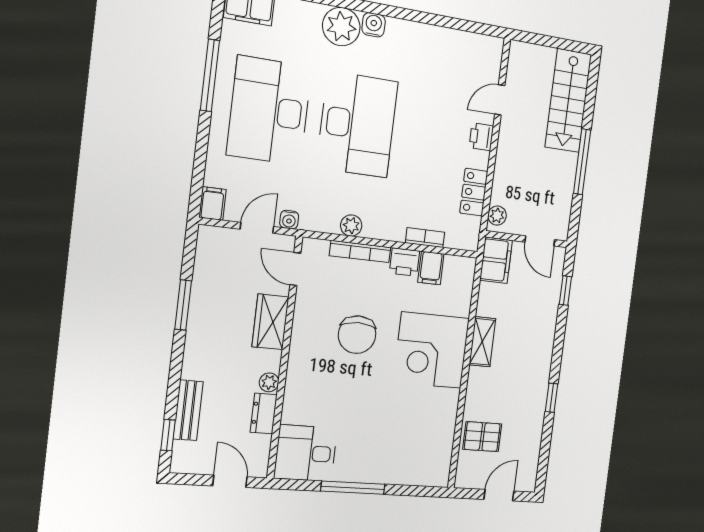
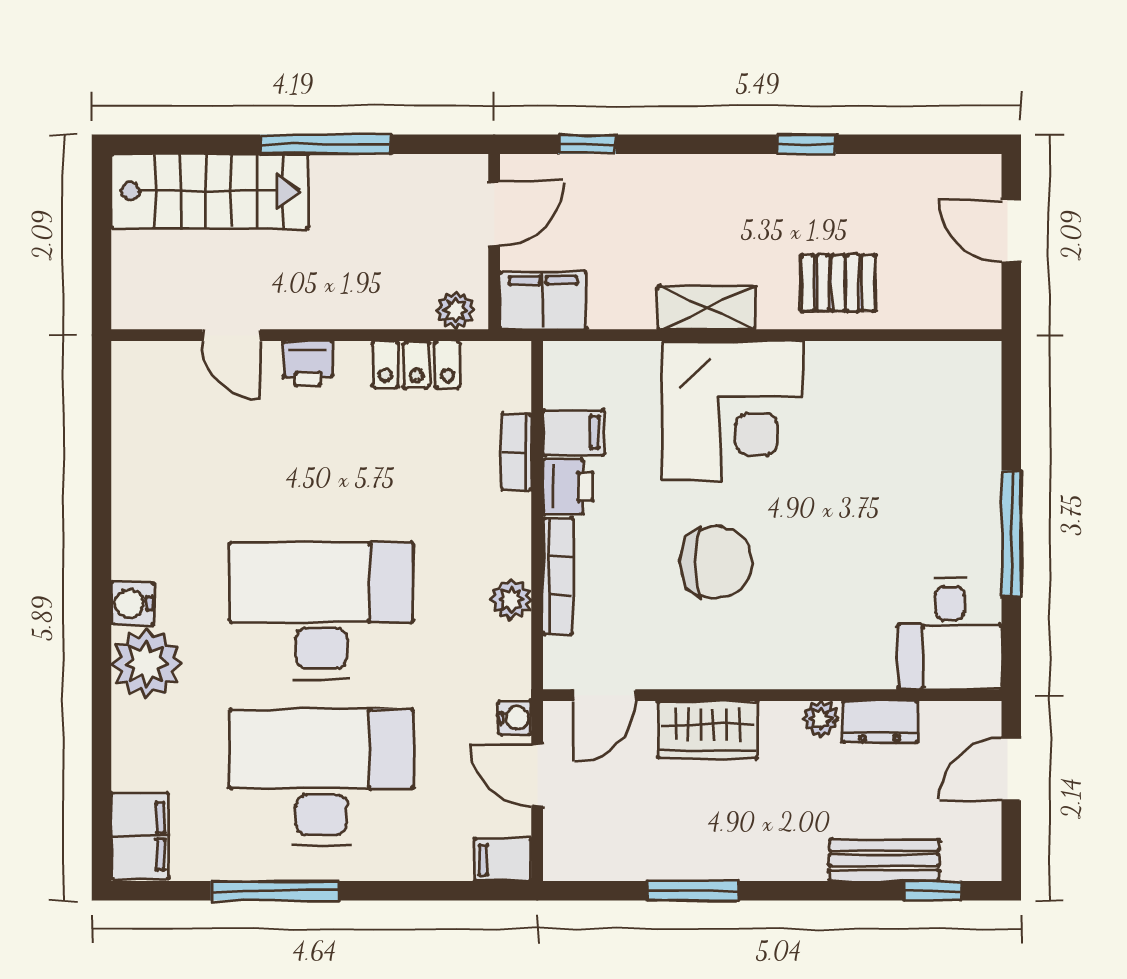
desk: (269, 111) -> (321, 778), turned 180
pallet: (482, 437) -> (838, 283), moved, turned 90

